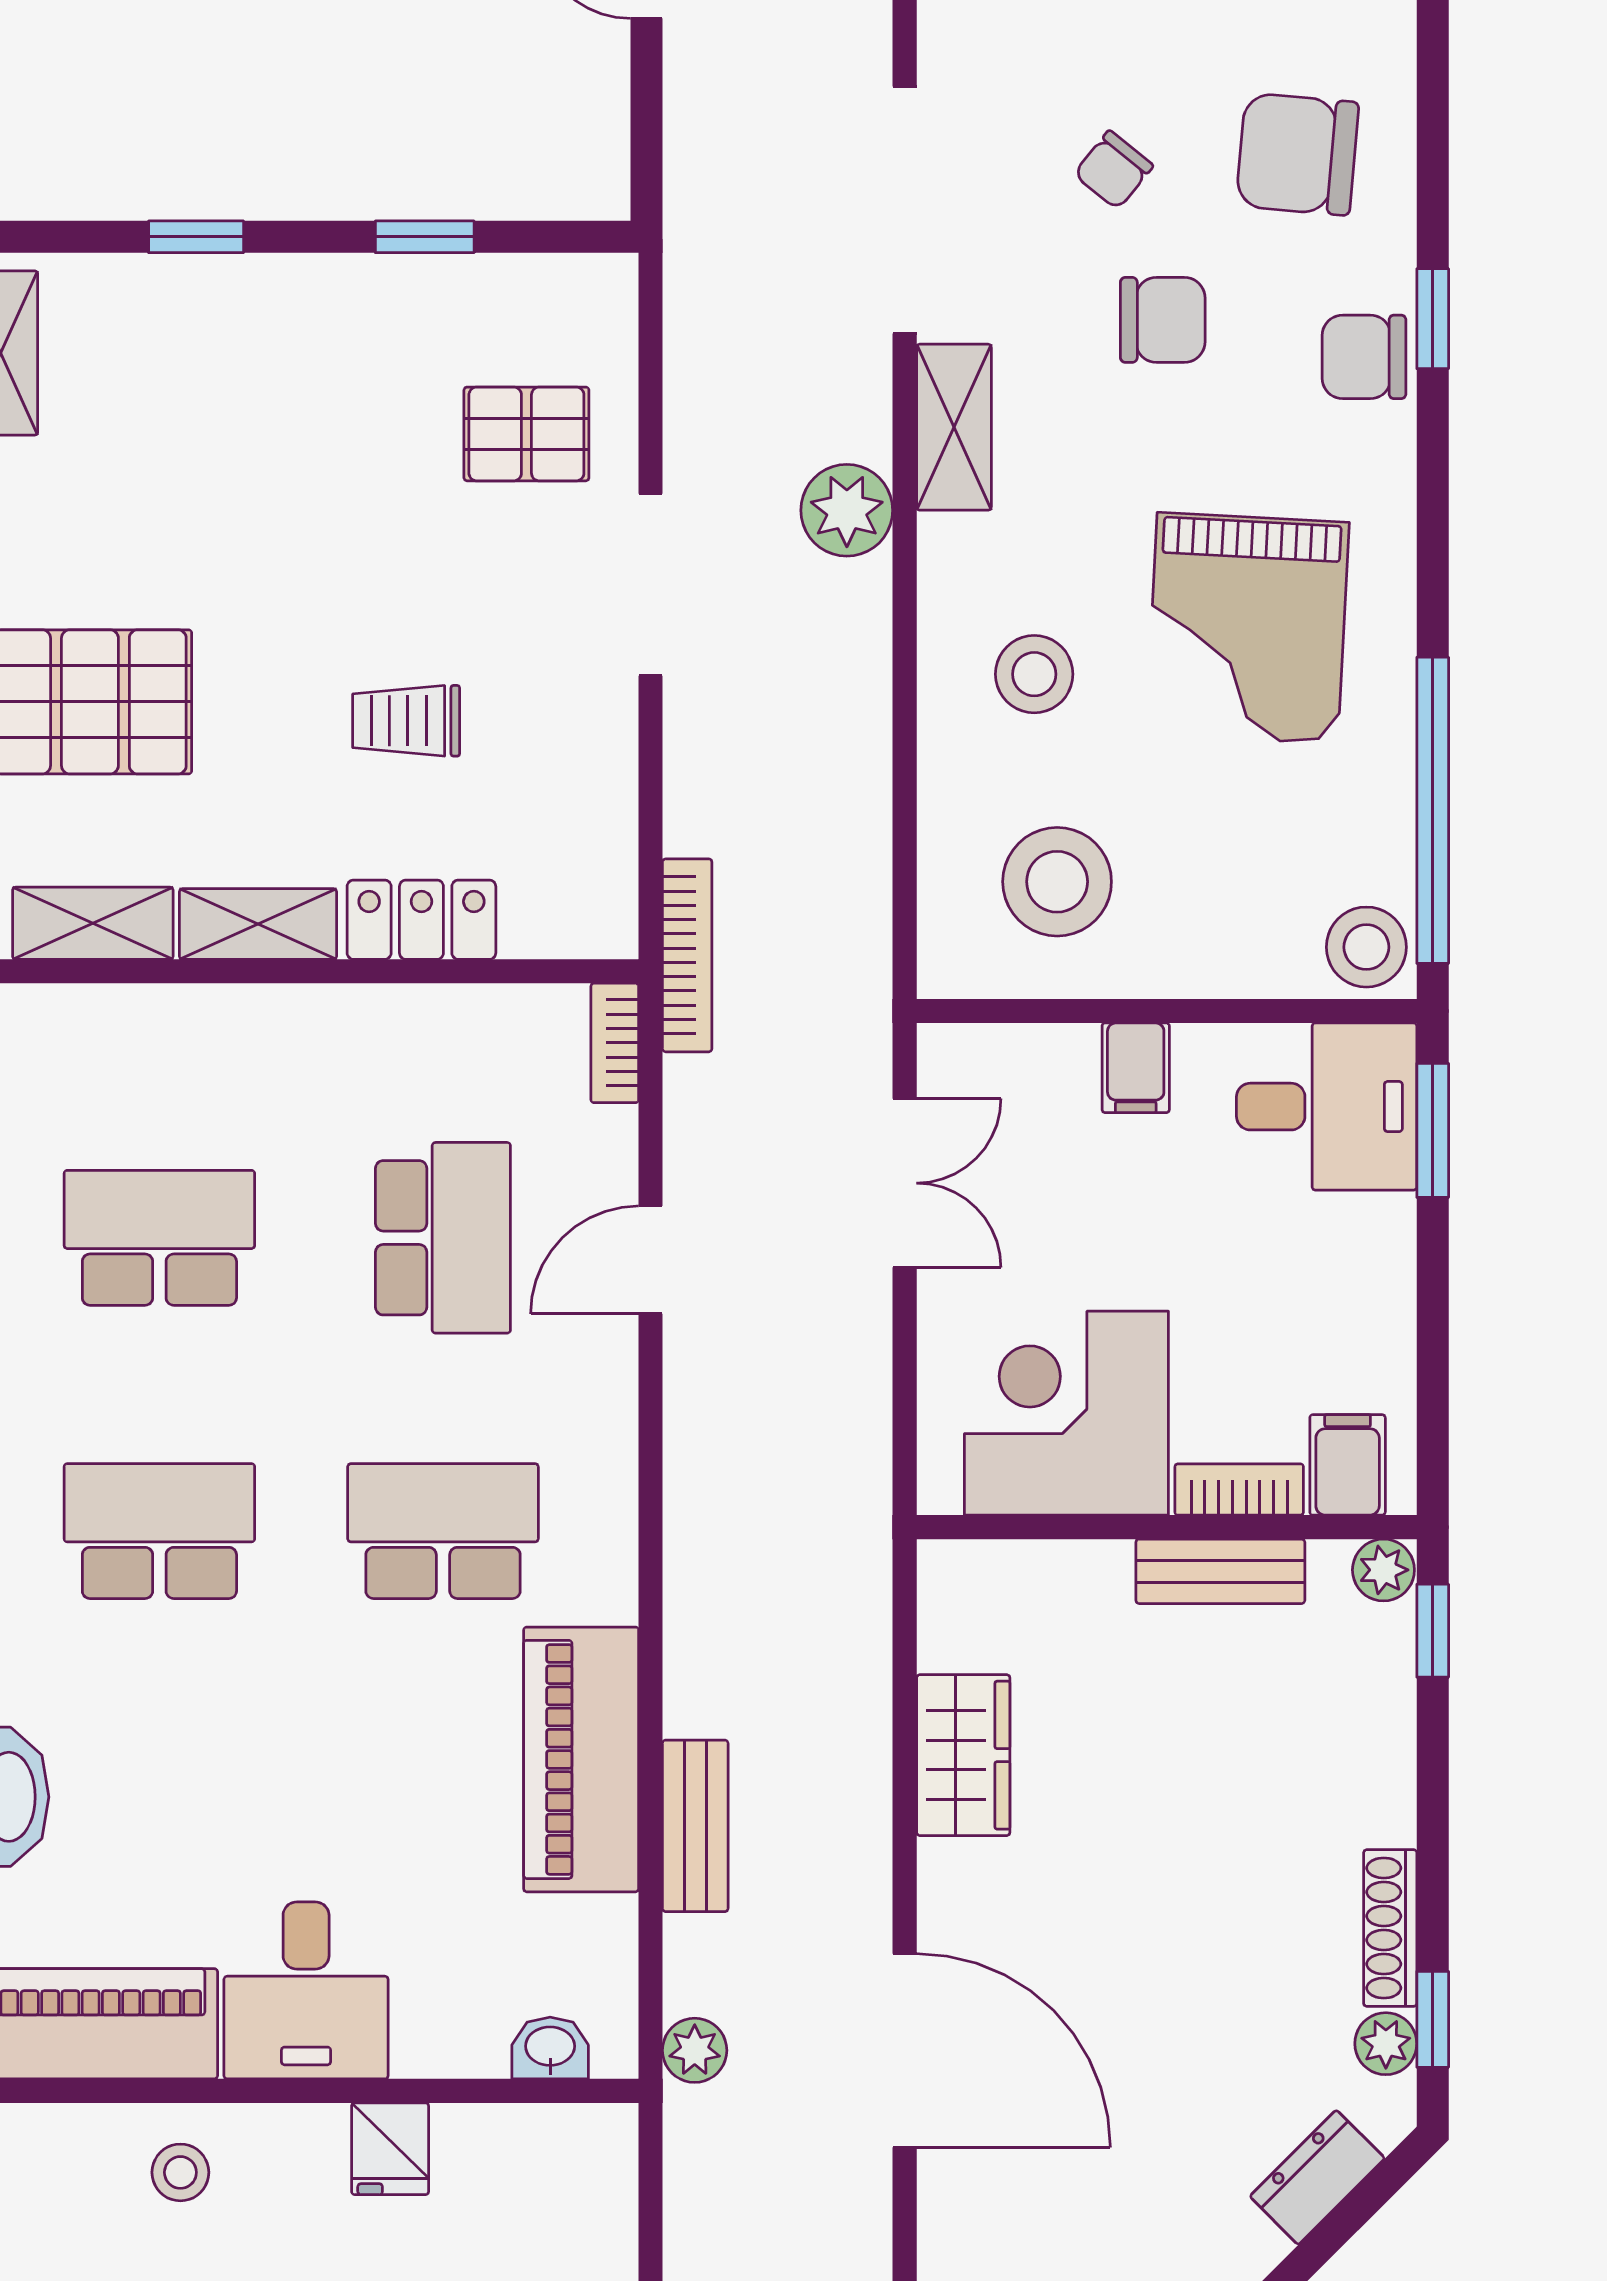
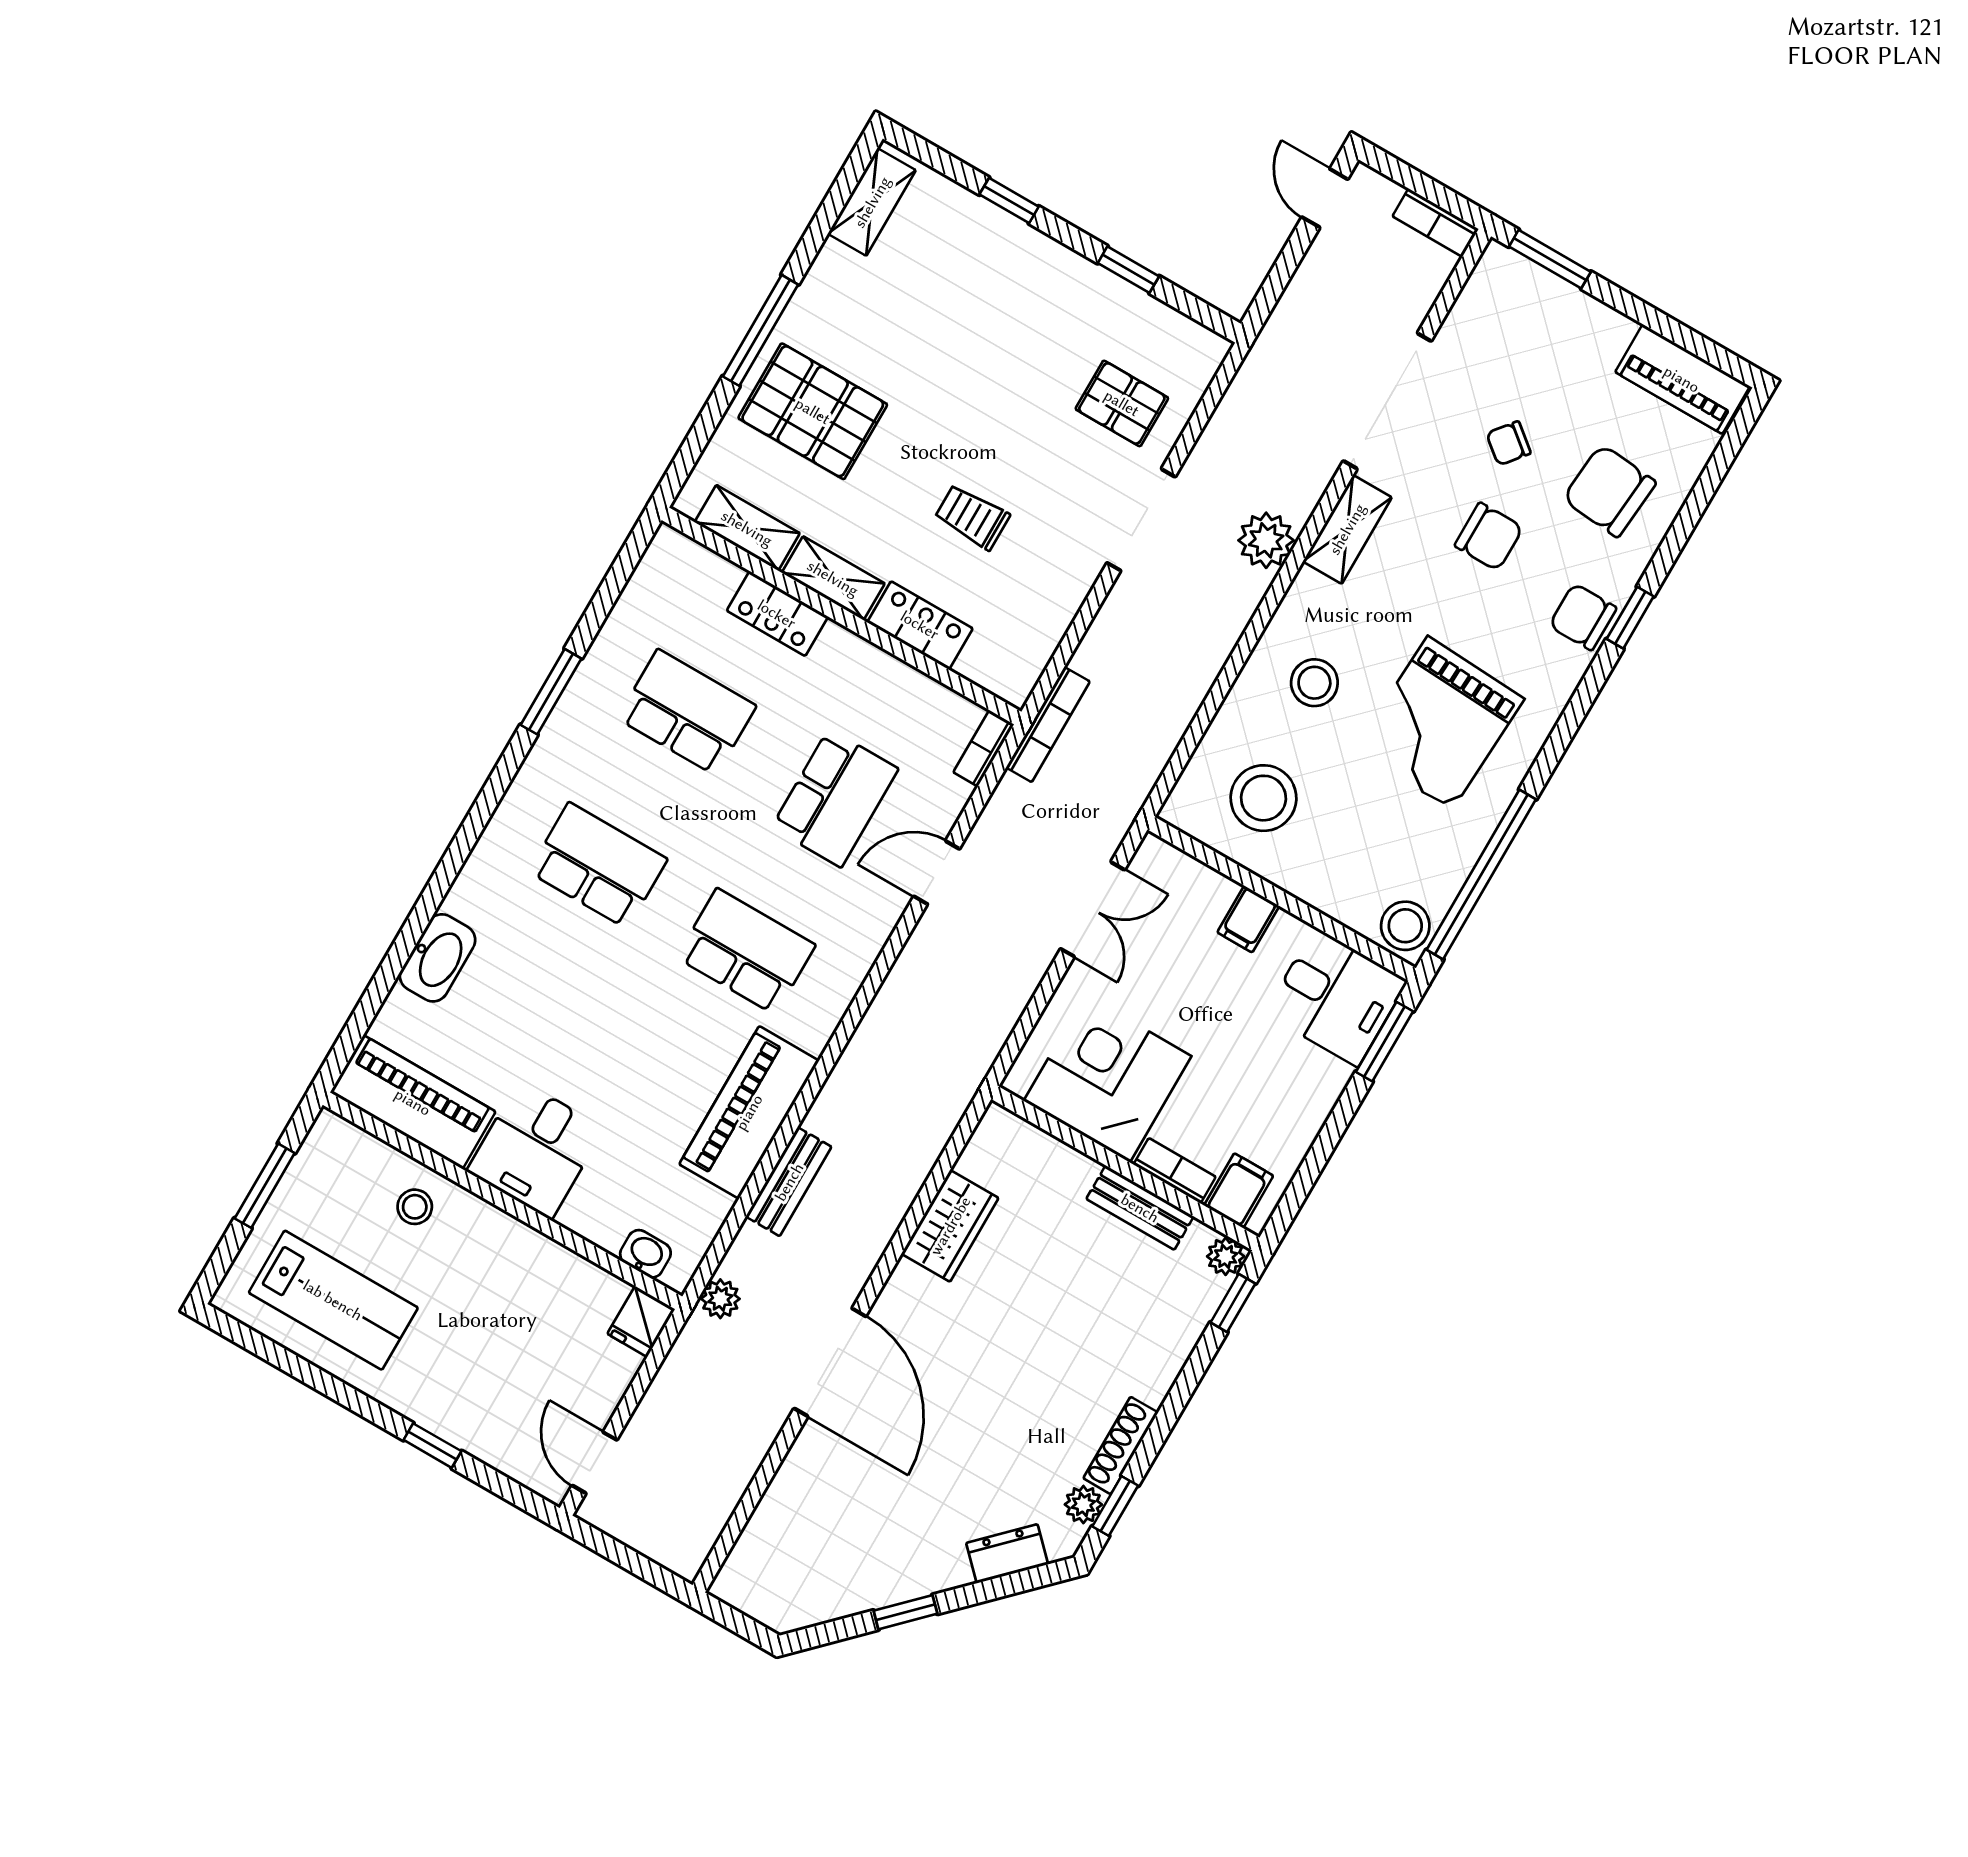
locker: (207, 1021) -> (777, 614), added
fridge: (390, 2149) -> (641, 1322), moved

